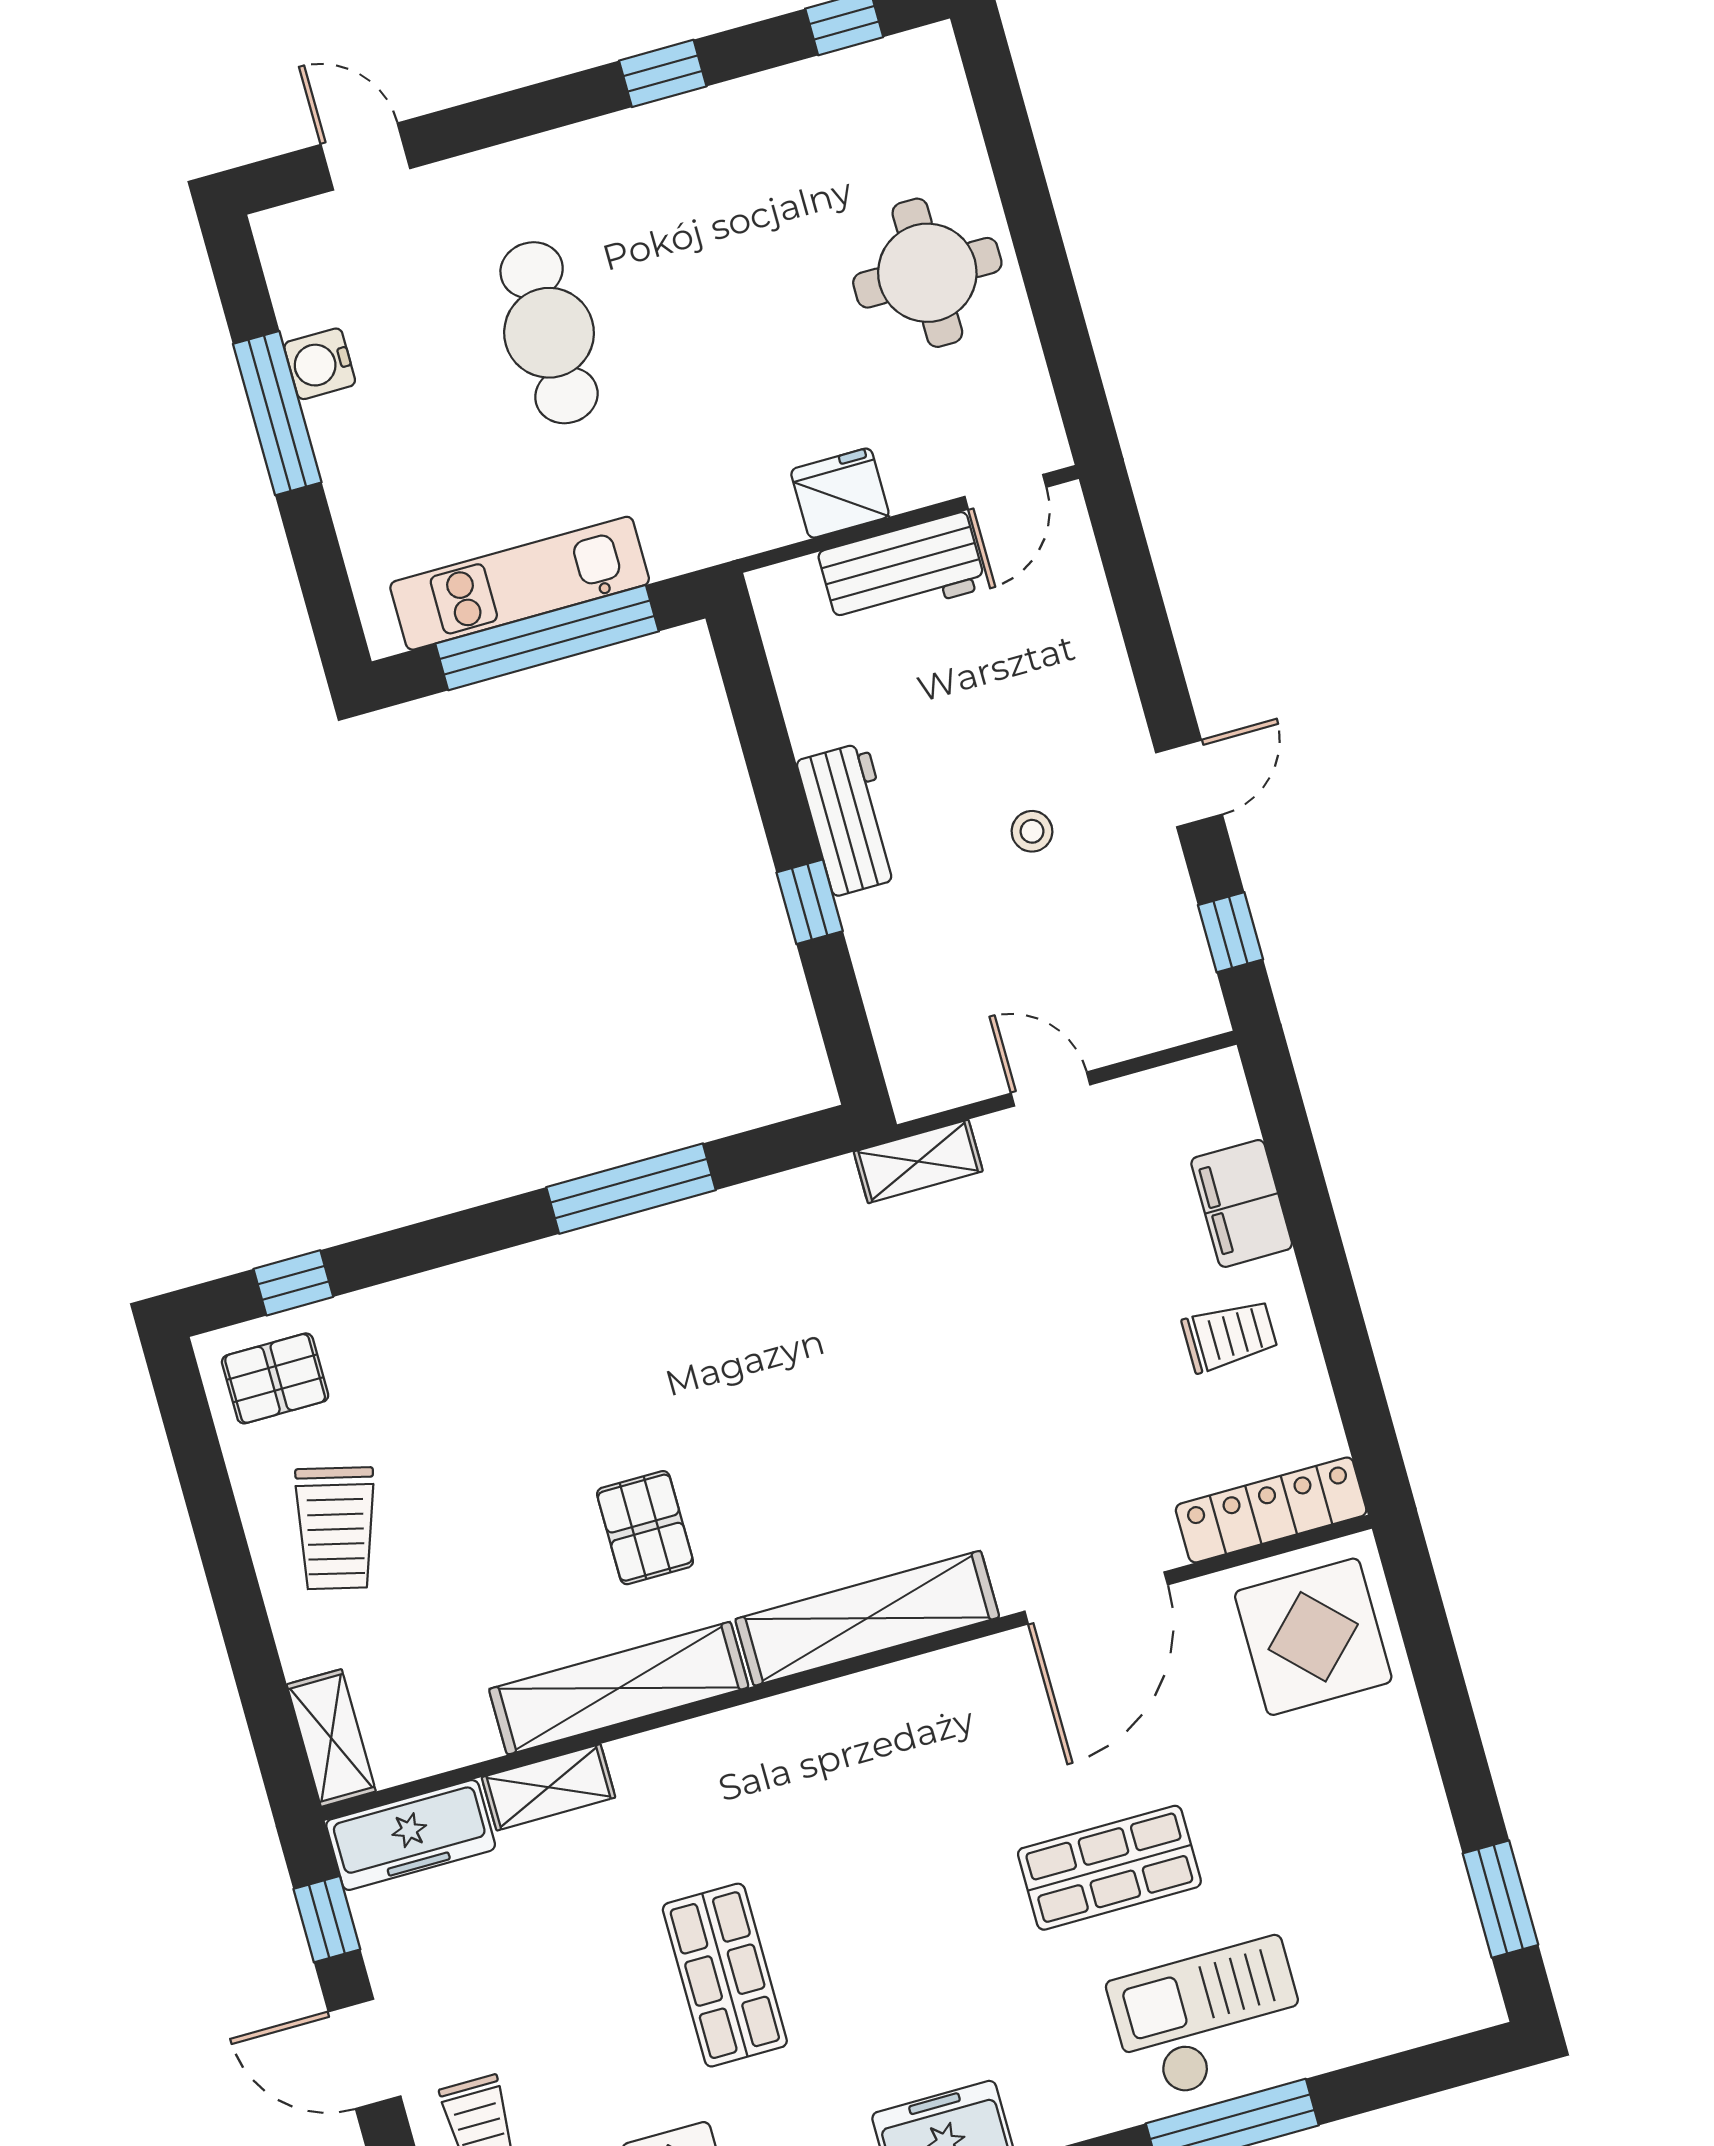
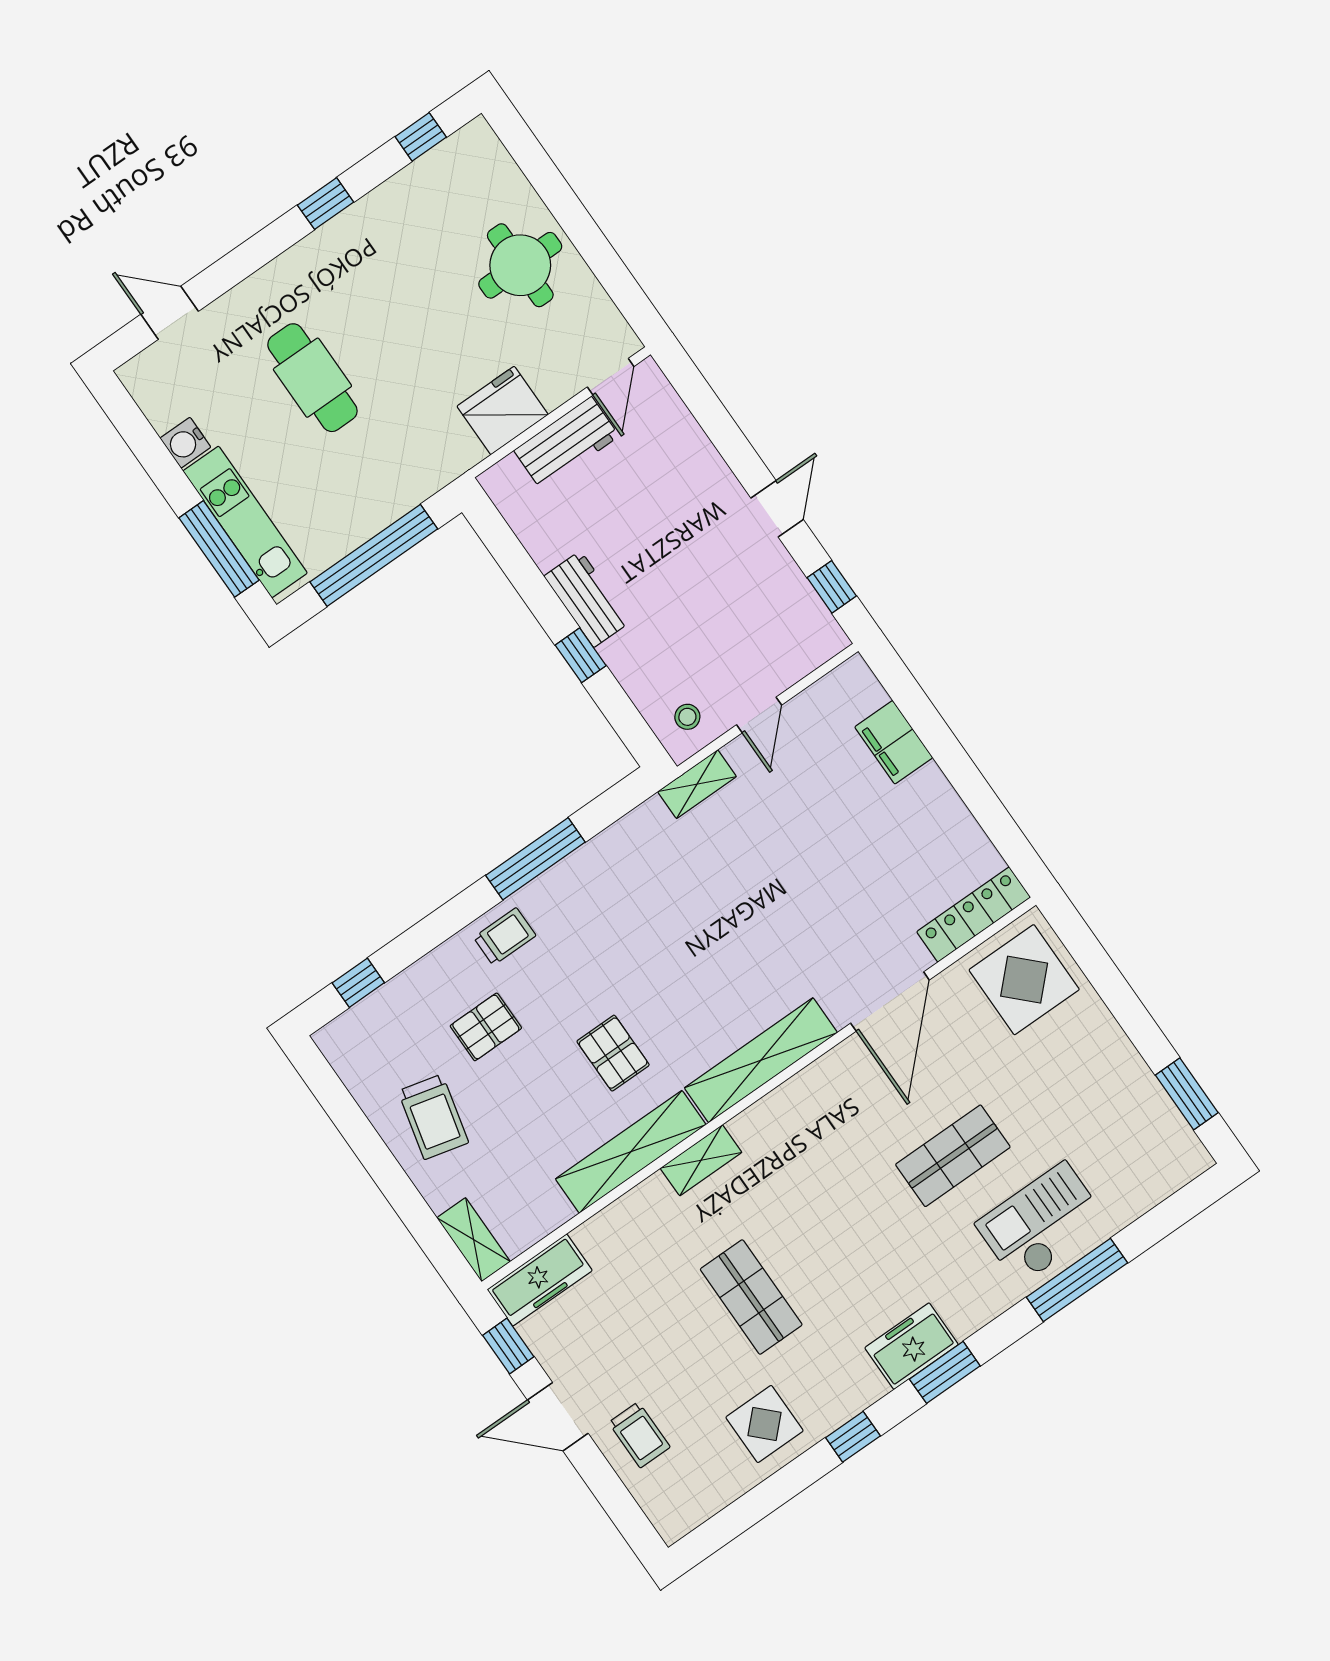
window: (277, 413) -> (219, 549), moved
fridge: (840, 493) -> (503, 410), width x1.36, depth x1.34
kitchen unit: (520, 583) -> (245, 522), moved, turned 90
stool: (1032, 831) -> (687, 717), moved
door: (1050, 1089) -> (759, 715), swing flipped
trolley: (1230, 1336) -> (505, 936), moved
pallet: (275, 1378) -> (486, 1027), moved
shelving: (549, 1787) -> (701, 1160), moved

